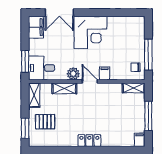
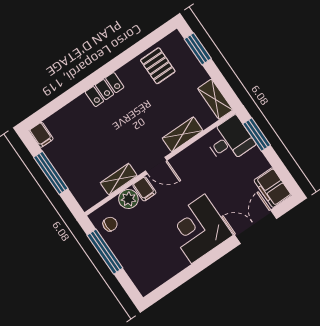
plant: (73, 74) -> (128, 199), moved
shelving: (134, 88) -> (119, 179), moved
pallet: (45, 122) -> (158, 66), moved, turned 90

